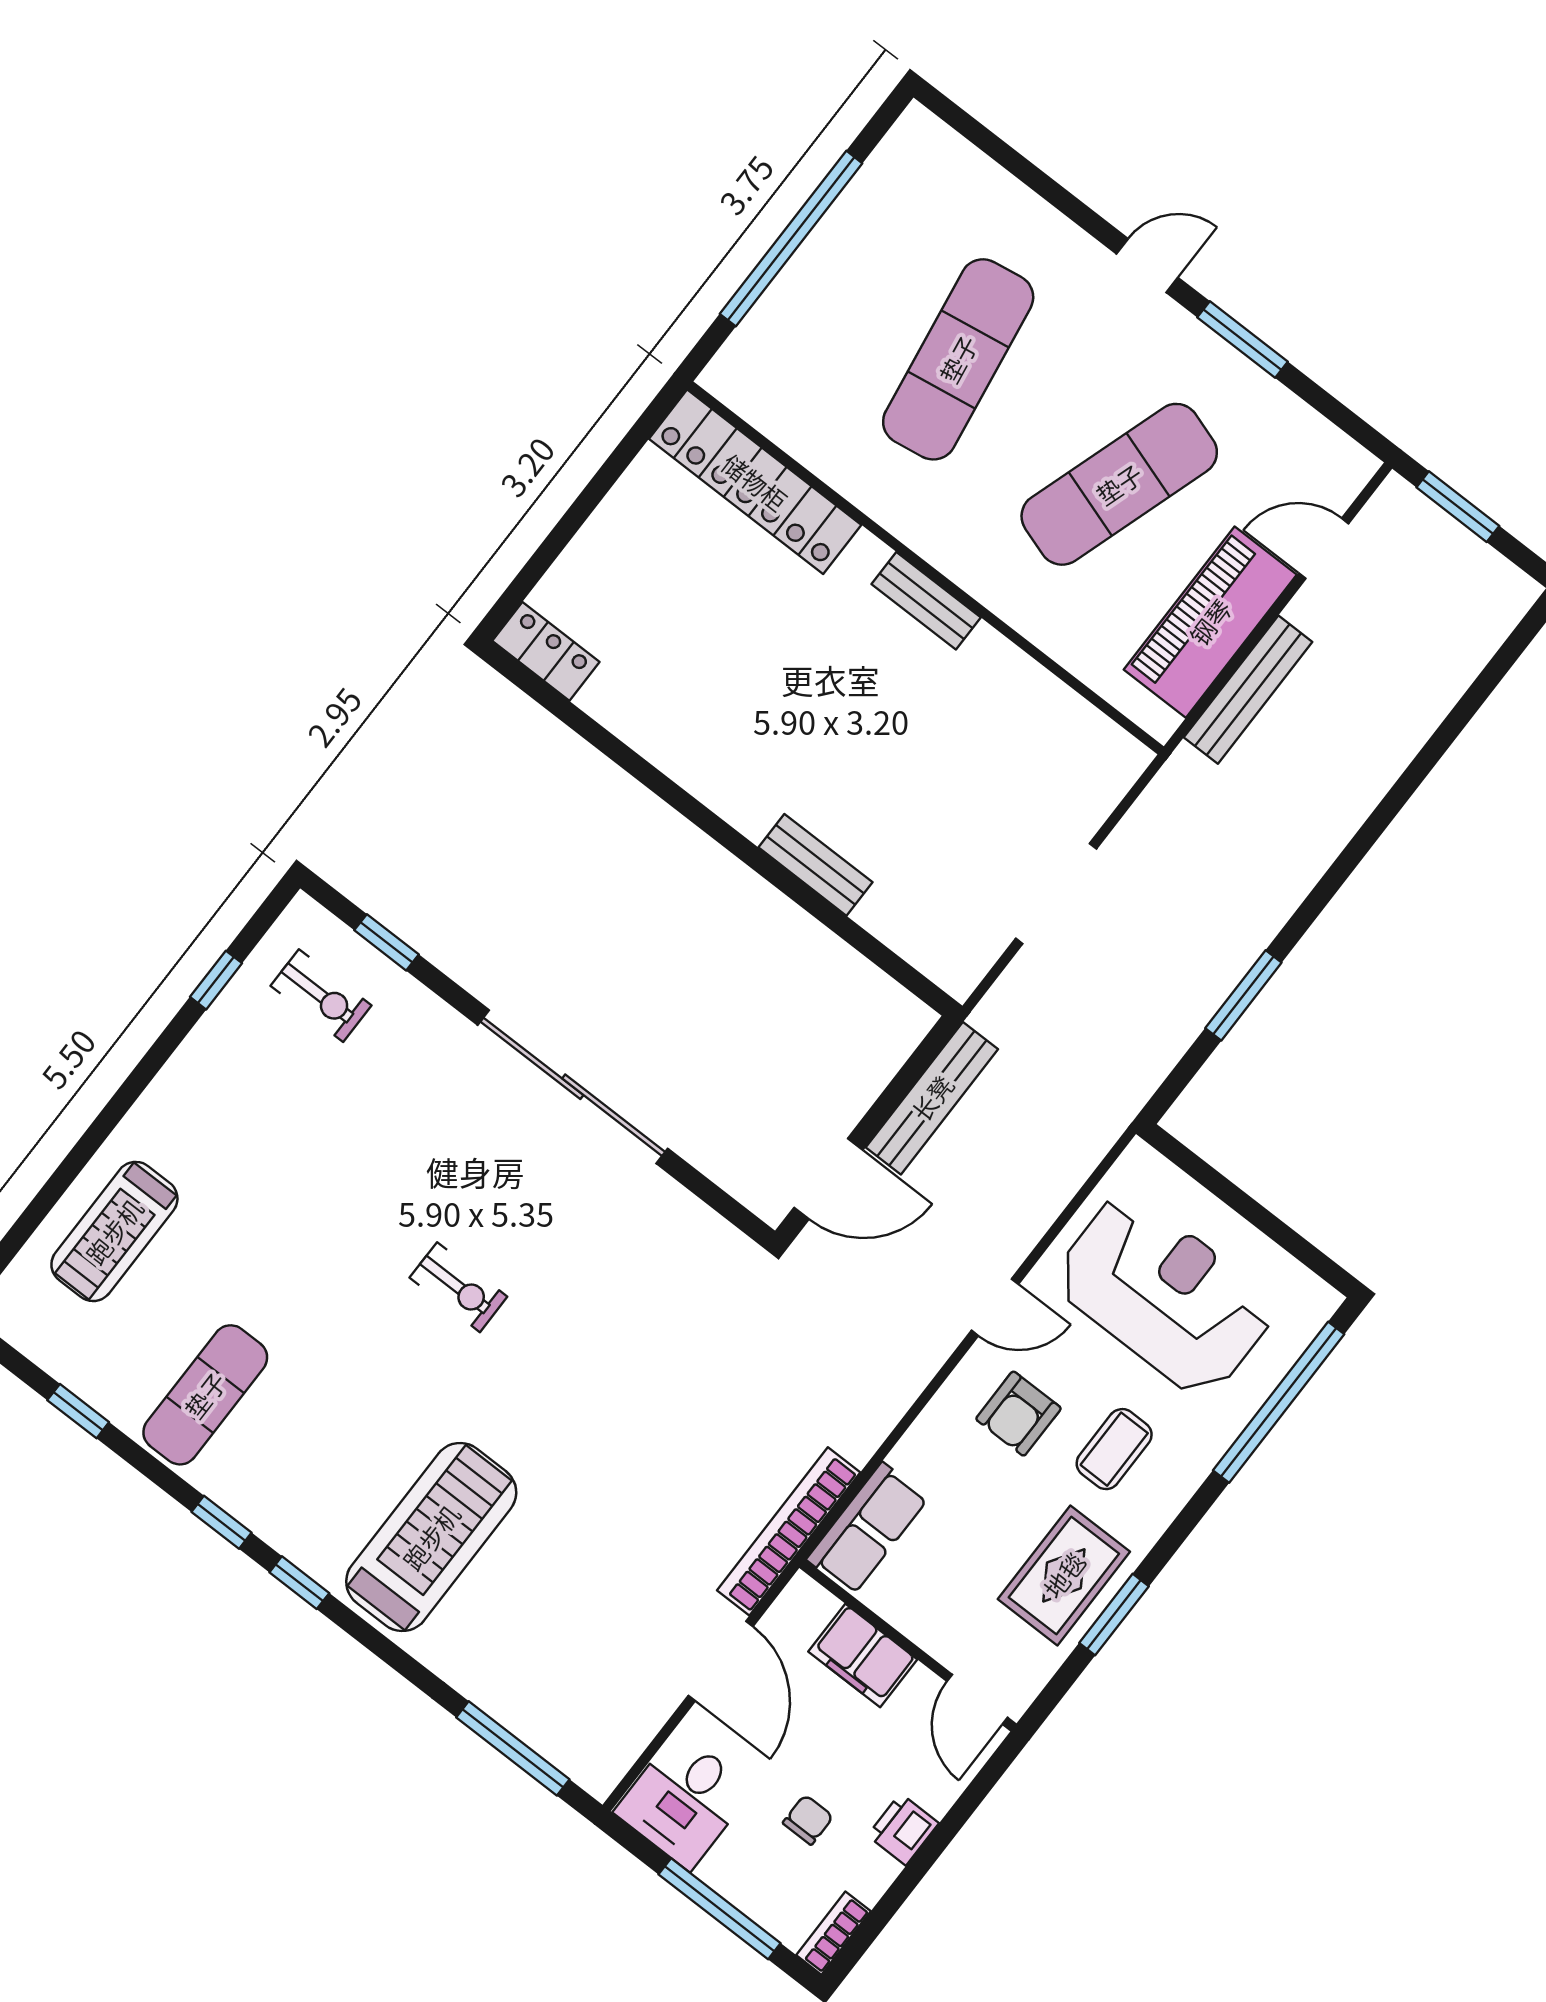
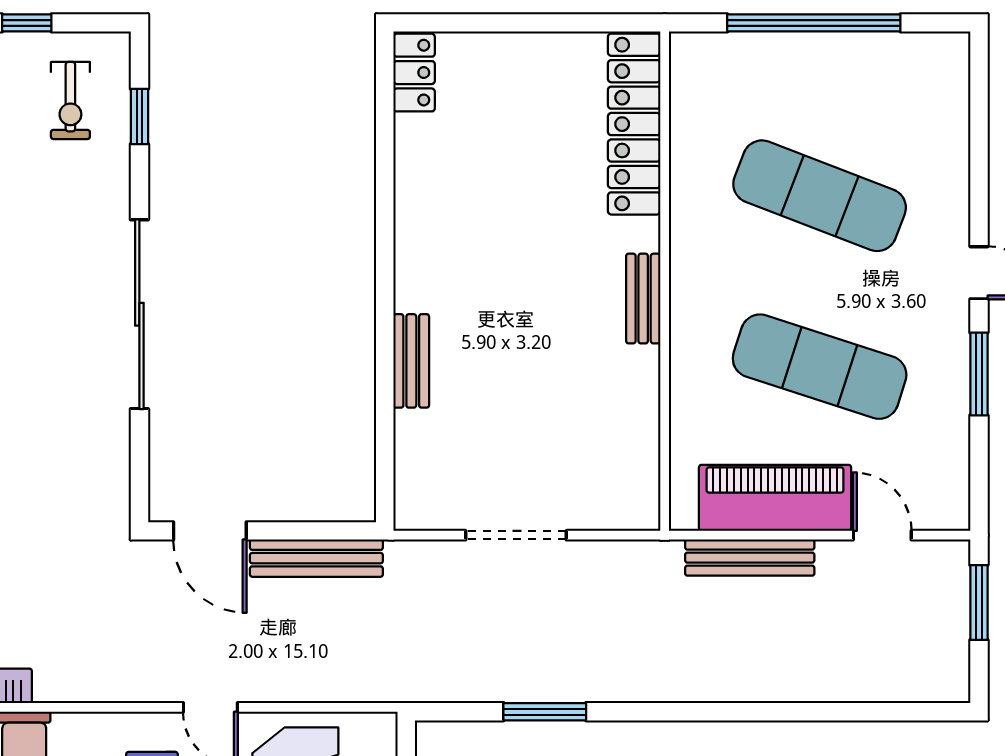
exercise mat: (958, 359) -> (820, 196), turned 30

